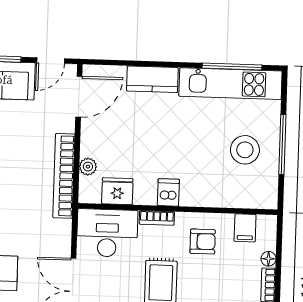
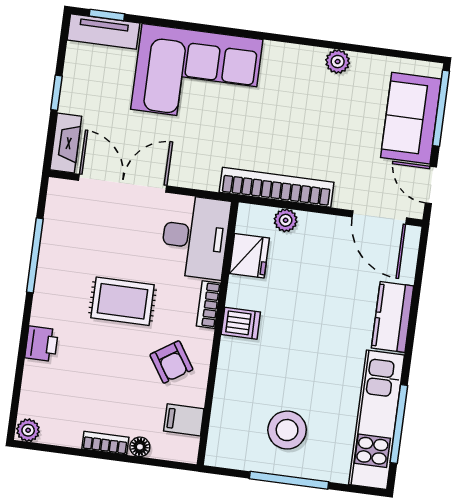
armchair: (203, 241) -> (171, 362), turned -33

